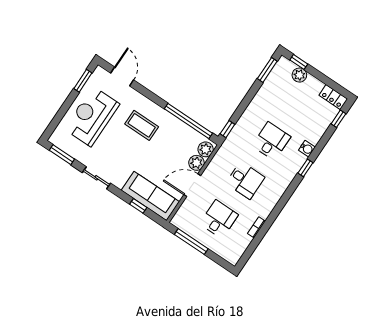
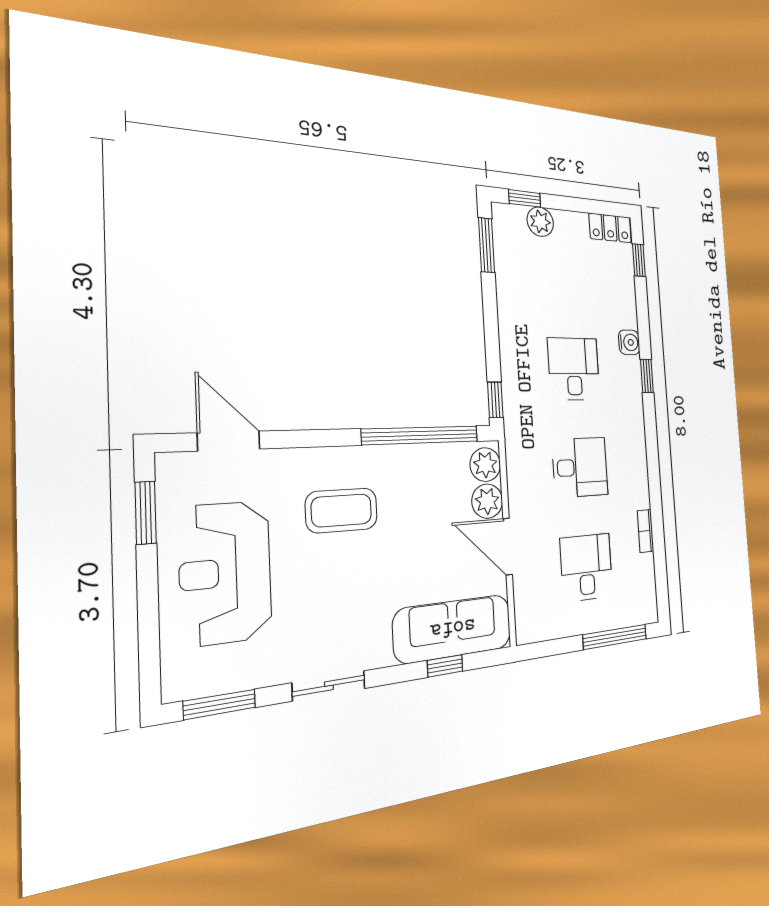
door: (192, 185) -> (508, 547), hinge flipped
window: (191, 242) -> (615, 637), moved

